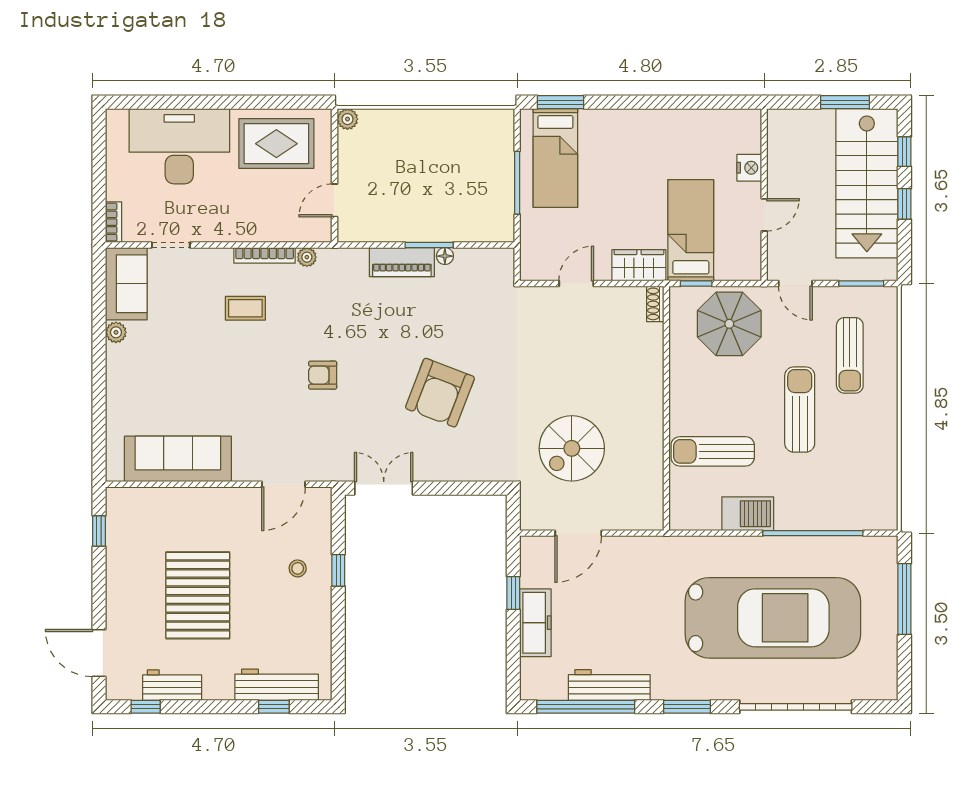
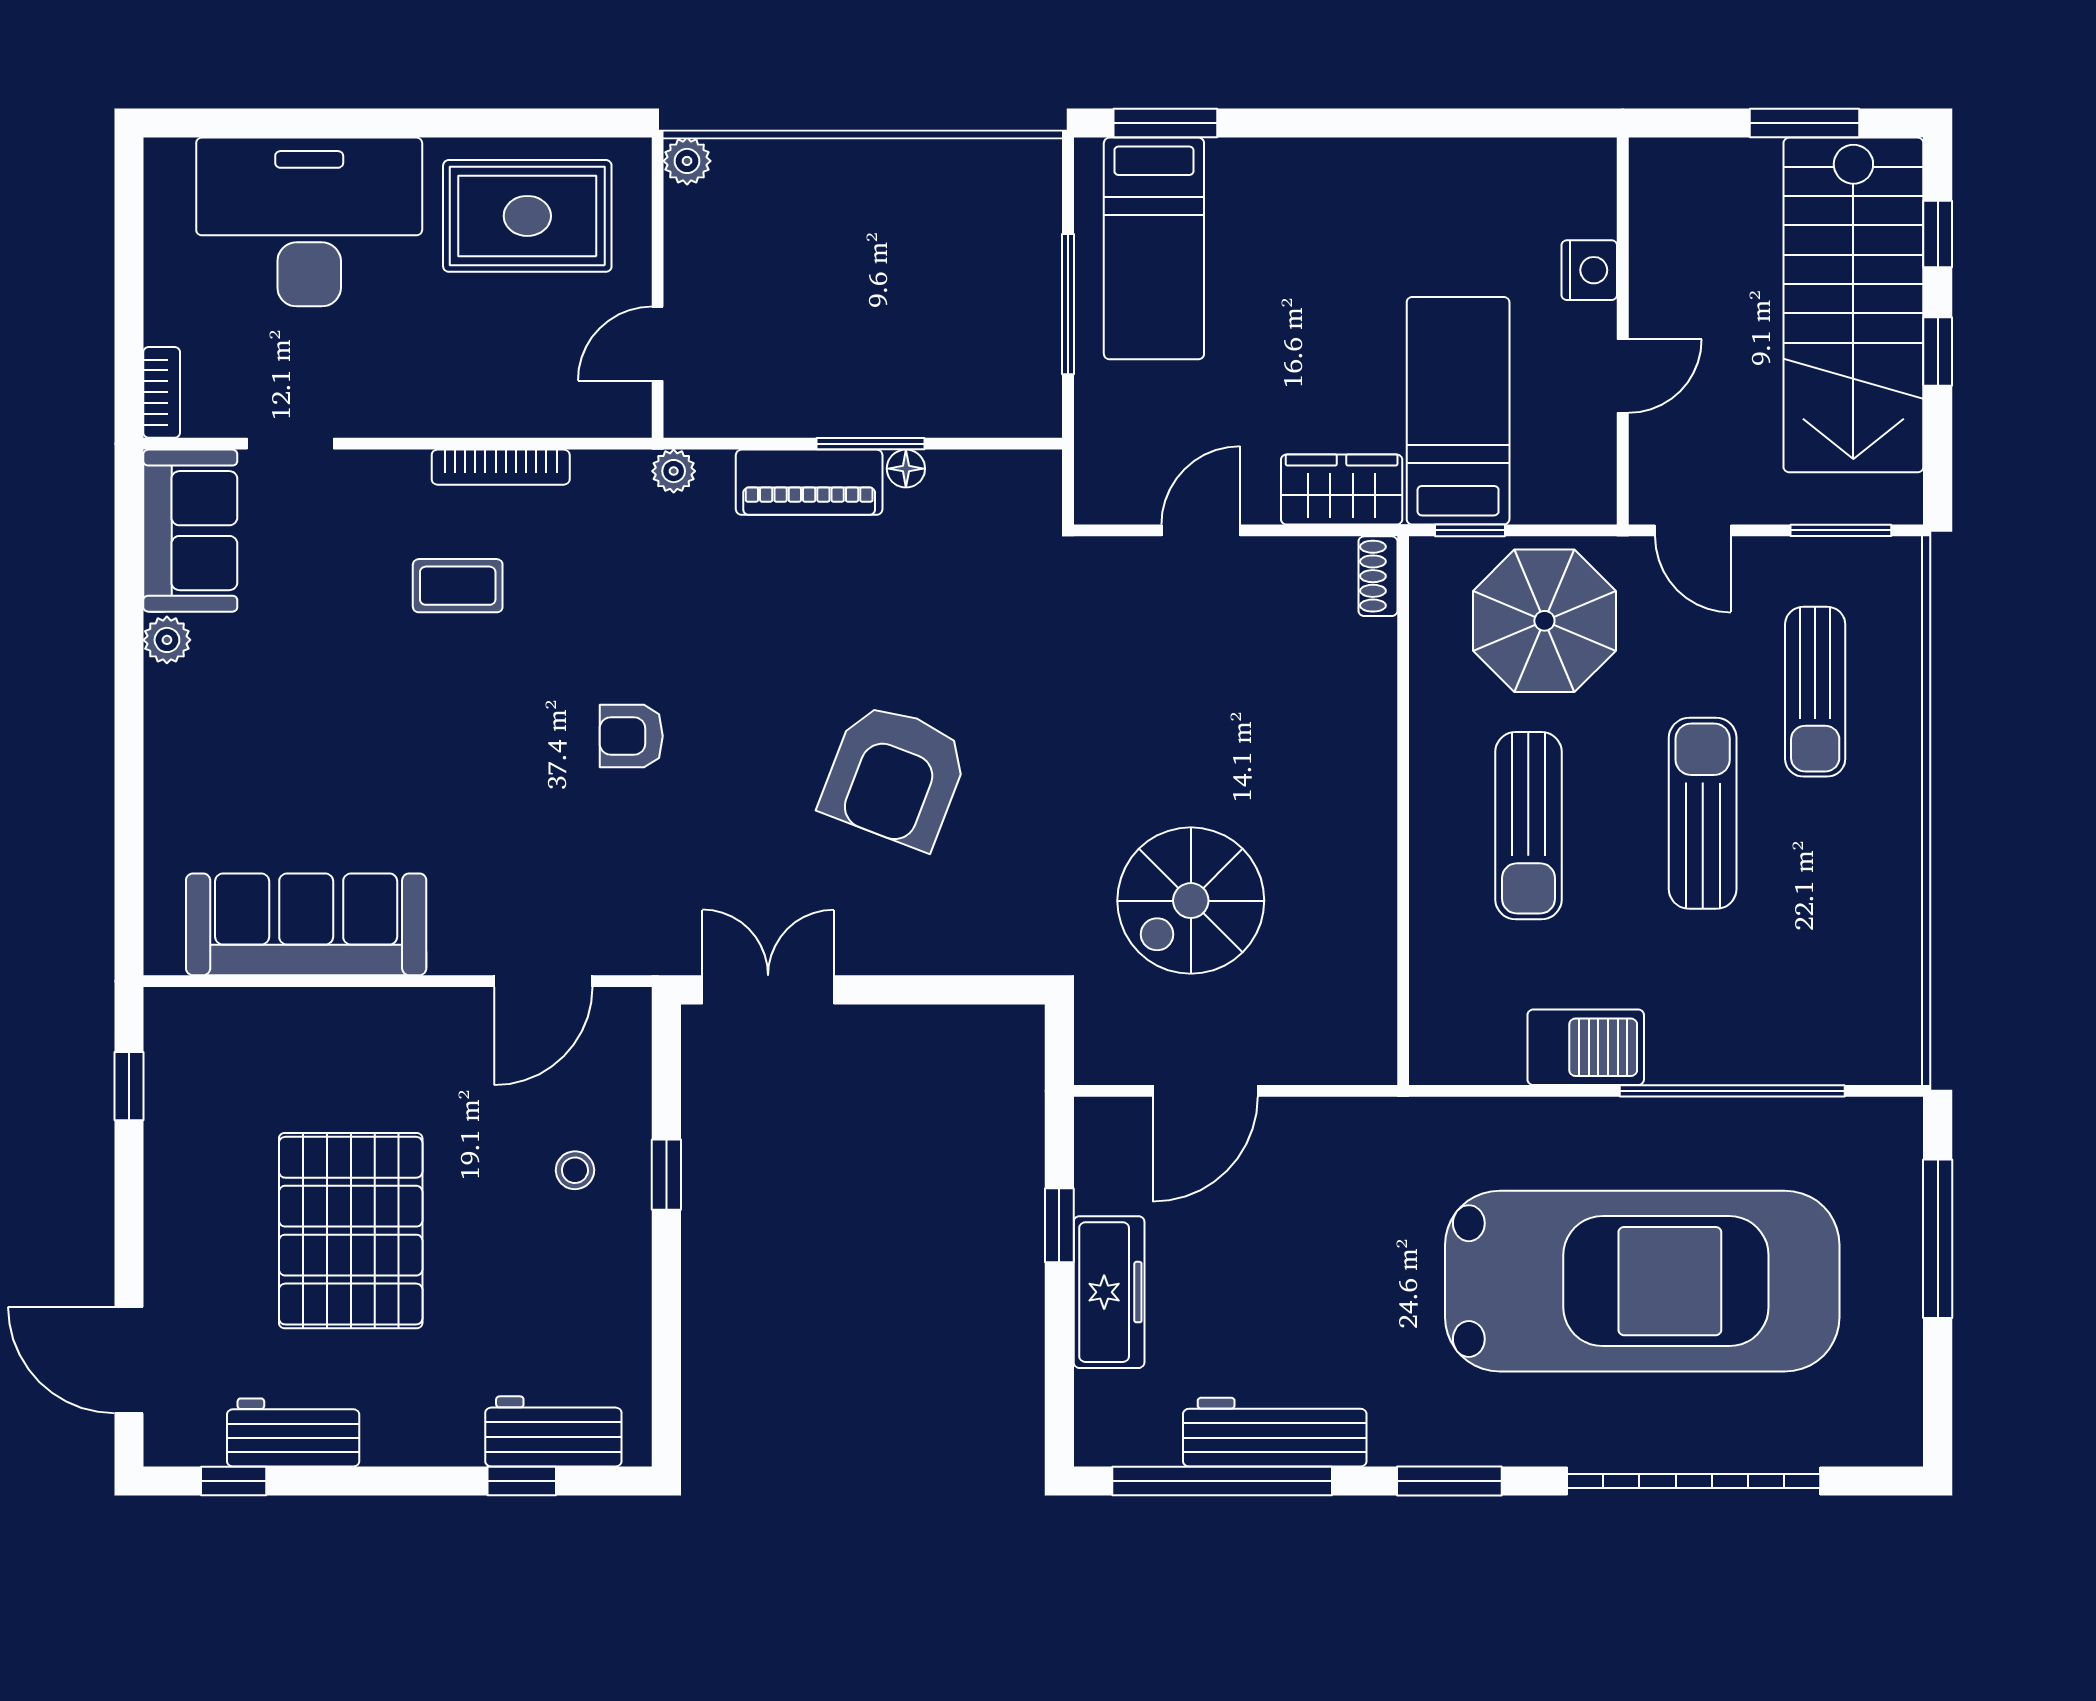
plant: (307, 257) -> (674, 471), moved
sun lounger: (713, 451) -> (1528, 826), moved, turned -90
workbench: (277, 685) -> (553, 1431), width x0.73

